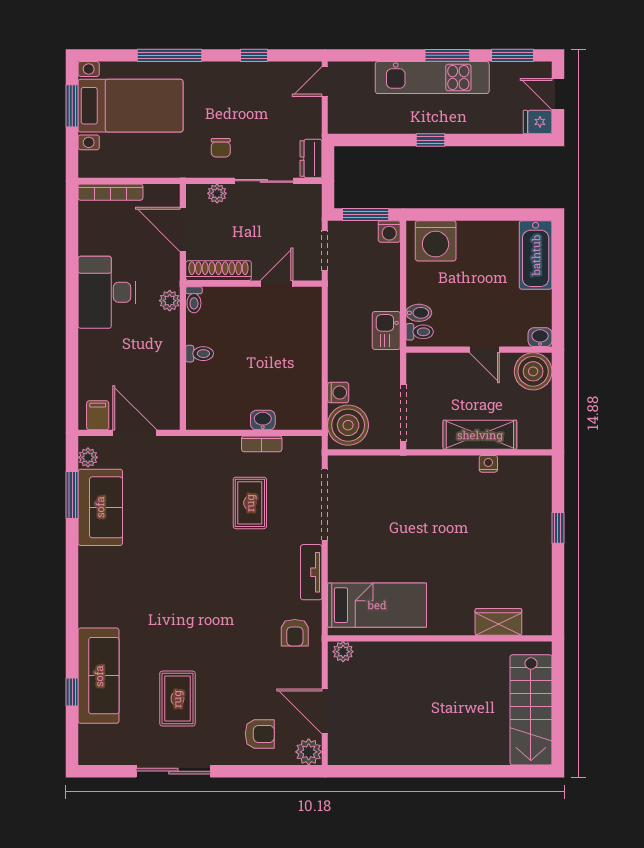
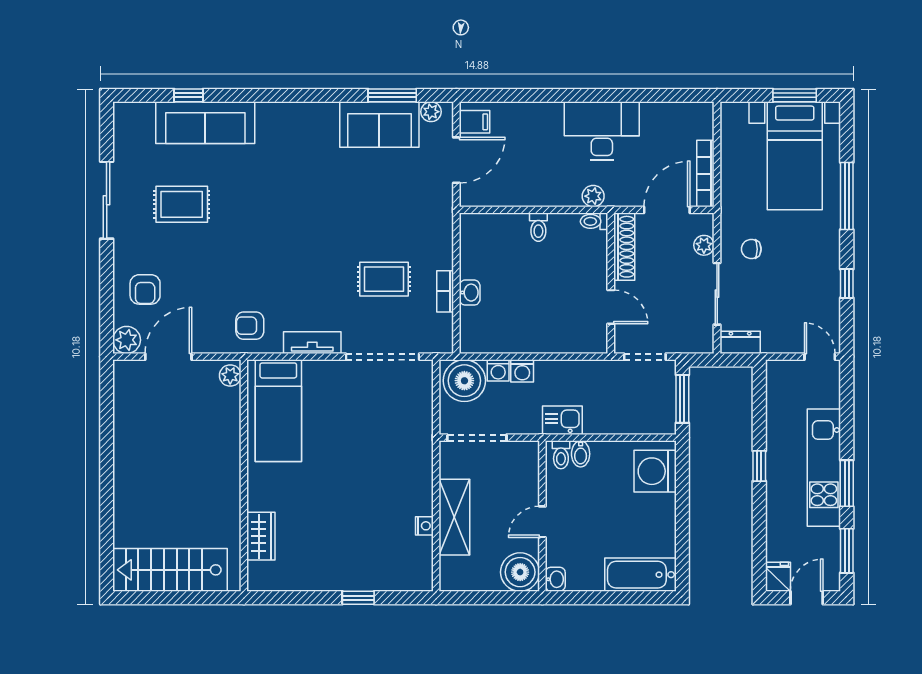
bookcase: (110, 192) -> (705, 174), moved
washing machine: (389, 231) -> (522, 371), moved, turned -90

